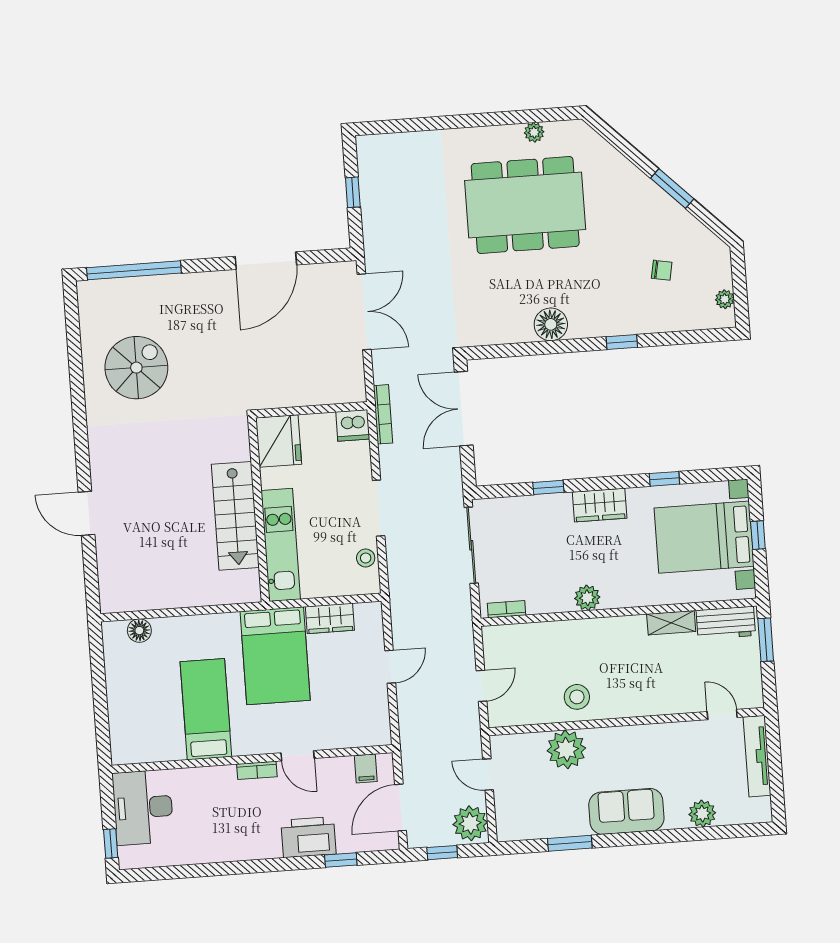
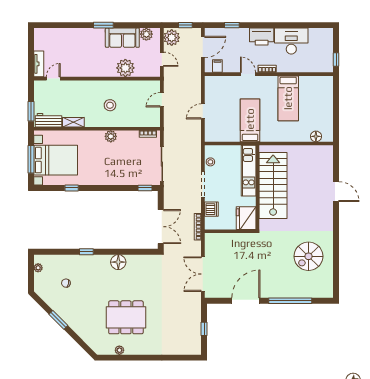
dining table: (525, 205) -> (126, 317), width x0.73, depth x0.80
window: (134, 270) -> (290, 301), moved
dishwasher: (353, 425) -> (211, 209), moved, turned 90
window: (548, 487) -> (145, 188), moved
wardrobe: (600, 505) -> (102, 178), removed
stairs: (235, 516) -> (273, 185), width x1.36, depth x1.51
window: (758, 535) -> (31, 159), width x2.17
wardrobe: (330, 618) -> (229, 136), removed
bed: (275, 656) -> (250, 120), width x0.67
stool: (577, 697) -> (110, 105), moved
door: (722, 715) -> (53, 79), swing flipped
tv unit: (757, 756) -> (39, 64), width x0.71
desk: (143, 807) -> (291, 41), moved, turned -90
sofa: (626, 811) -> (122, 38), moved
plant: (702, 814) -> (146, 34), moved
printer: (308, 837) -> (262, 37), moved
window: (111, 843) -> (336, 59), moved
window: (570, 843) -> (103, 25), moved

